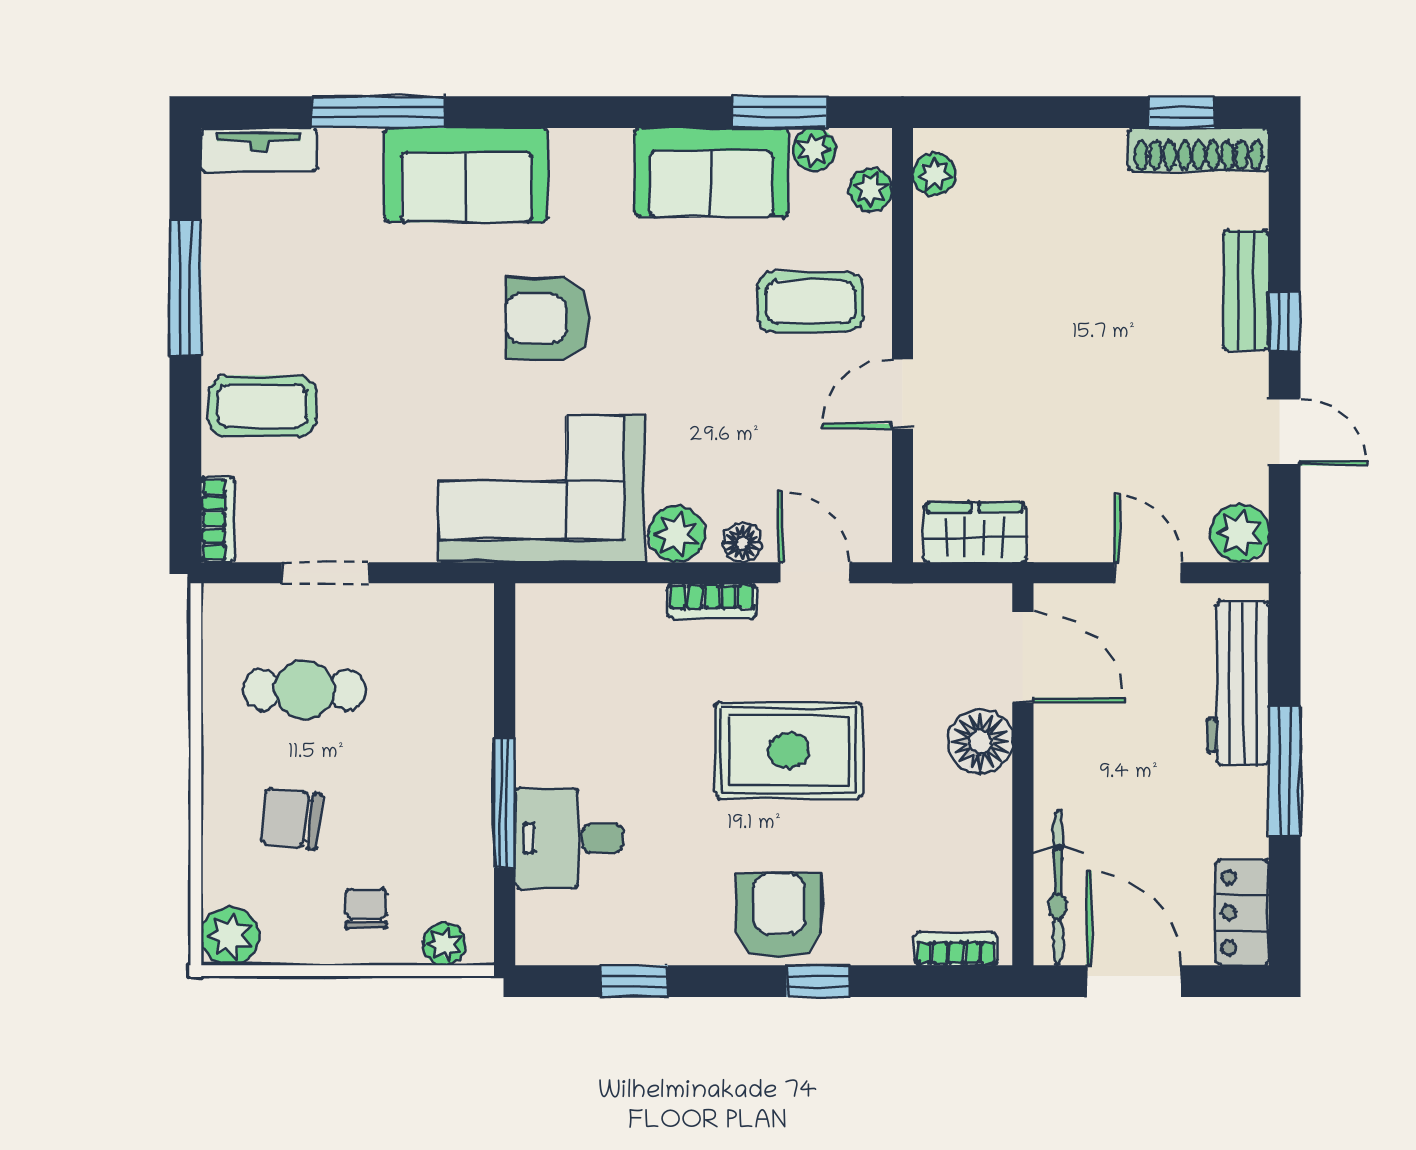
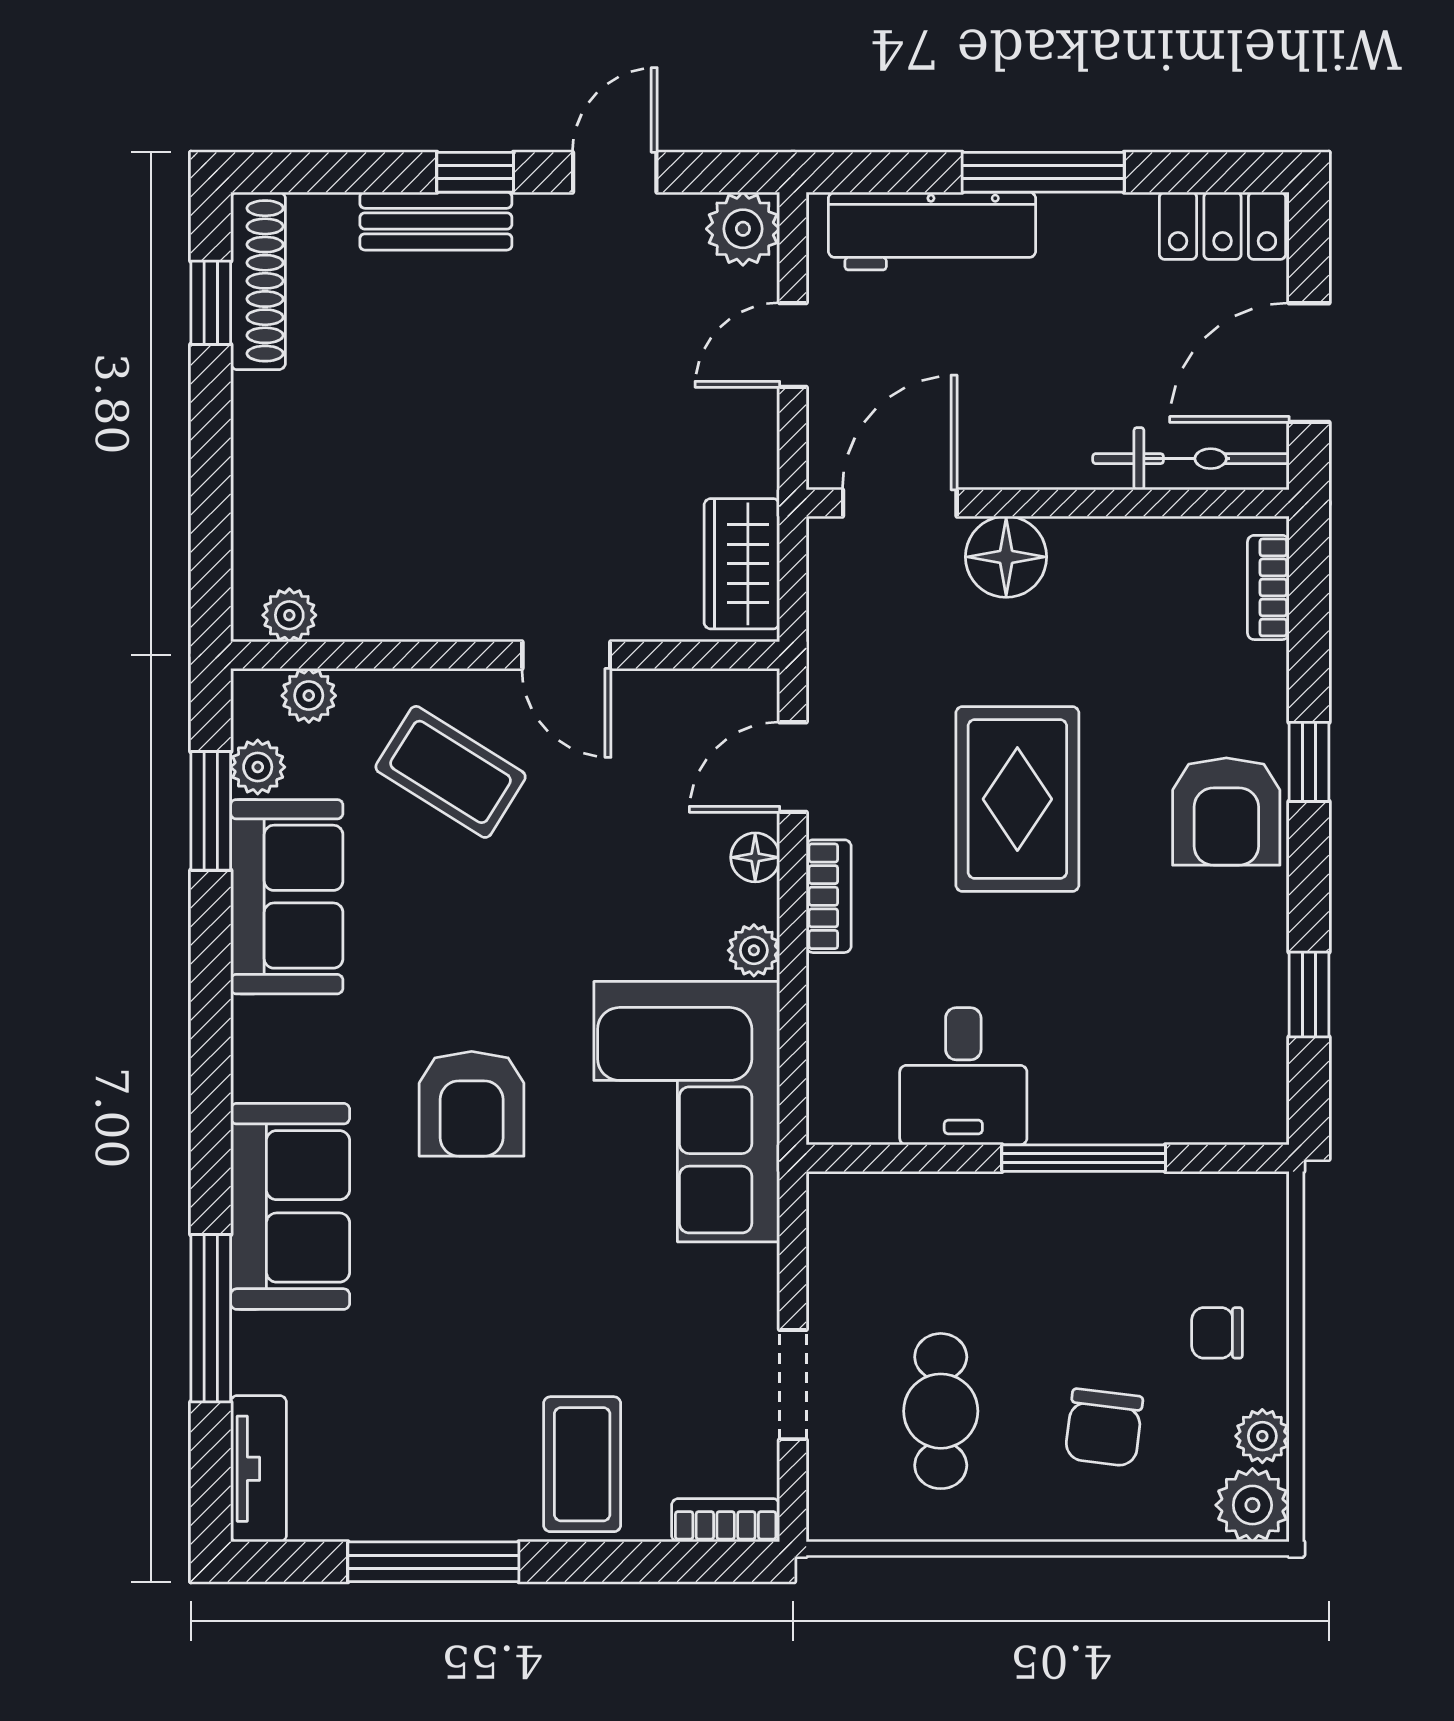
coffee table: (810, 302) -> (451, 772), turned -58
plant: (677, 534) -> (754, 950), width x0.73, depth x0.73
desk: (569, 838) -> (963, 1076), moved
armchair: (779, 916) -> (1226, 811), turned -90
plant: (444, 944) -> (1262, 1436), moved

